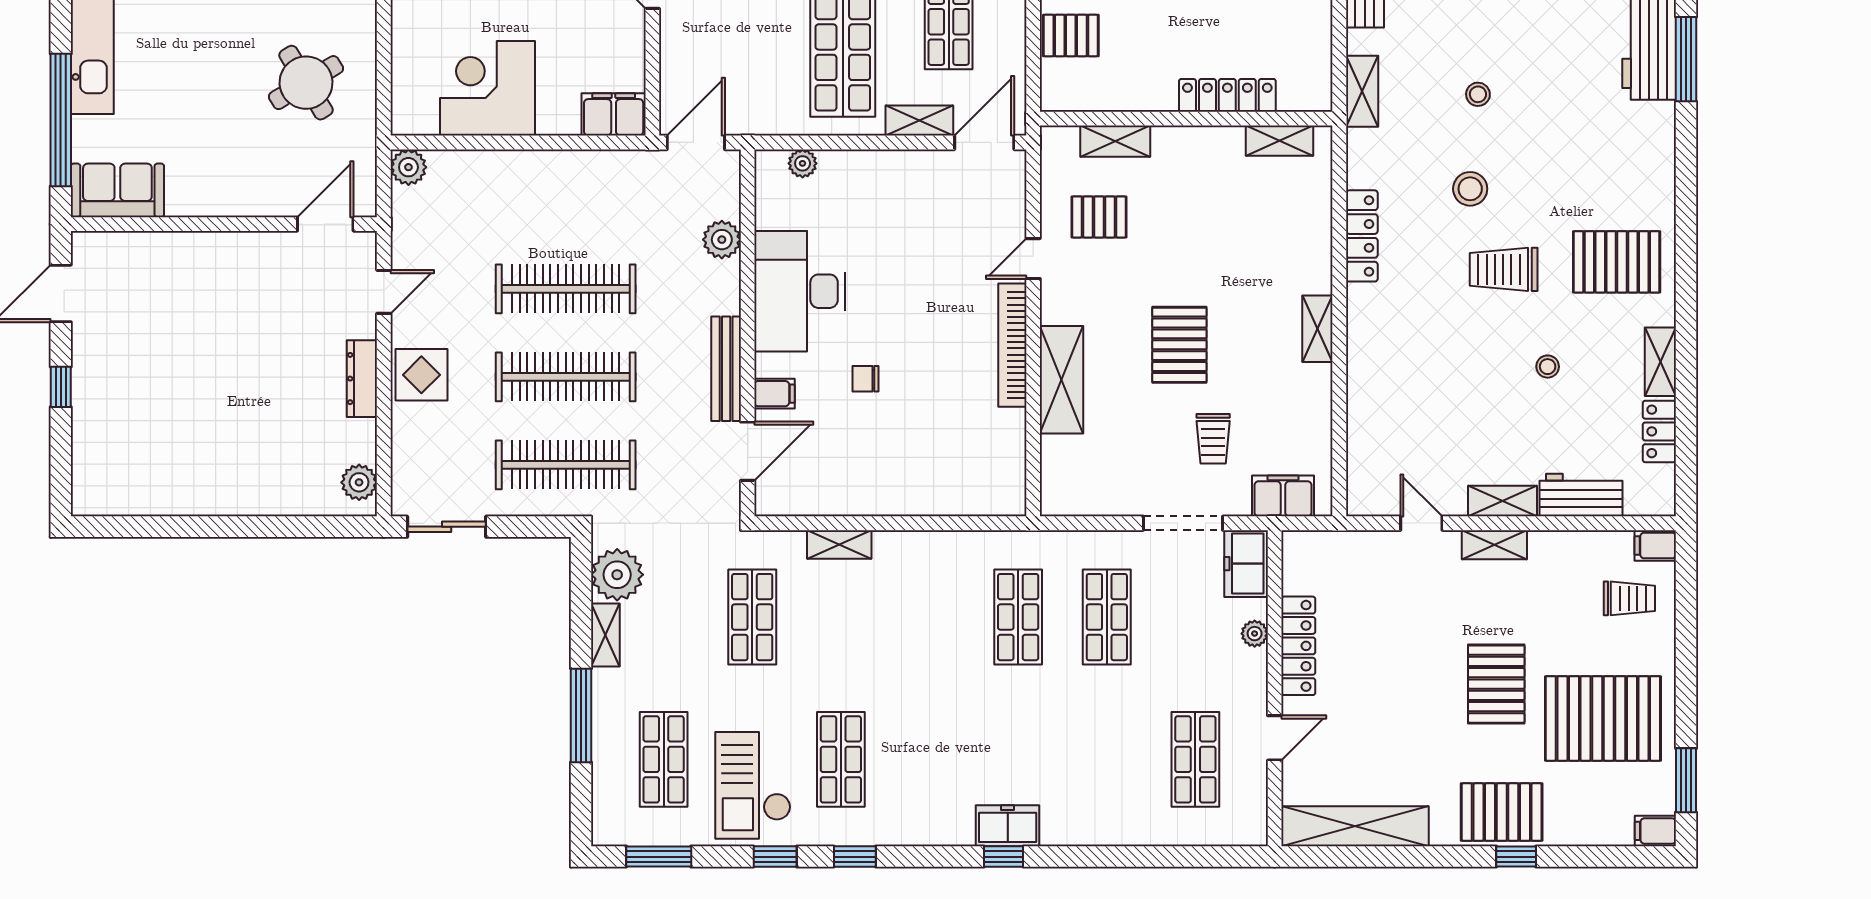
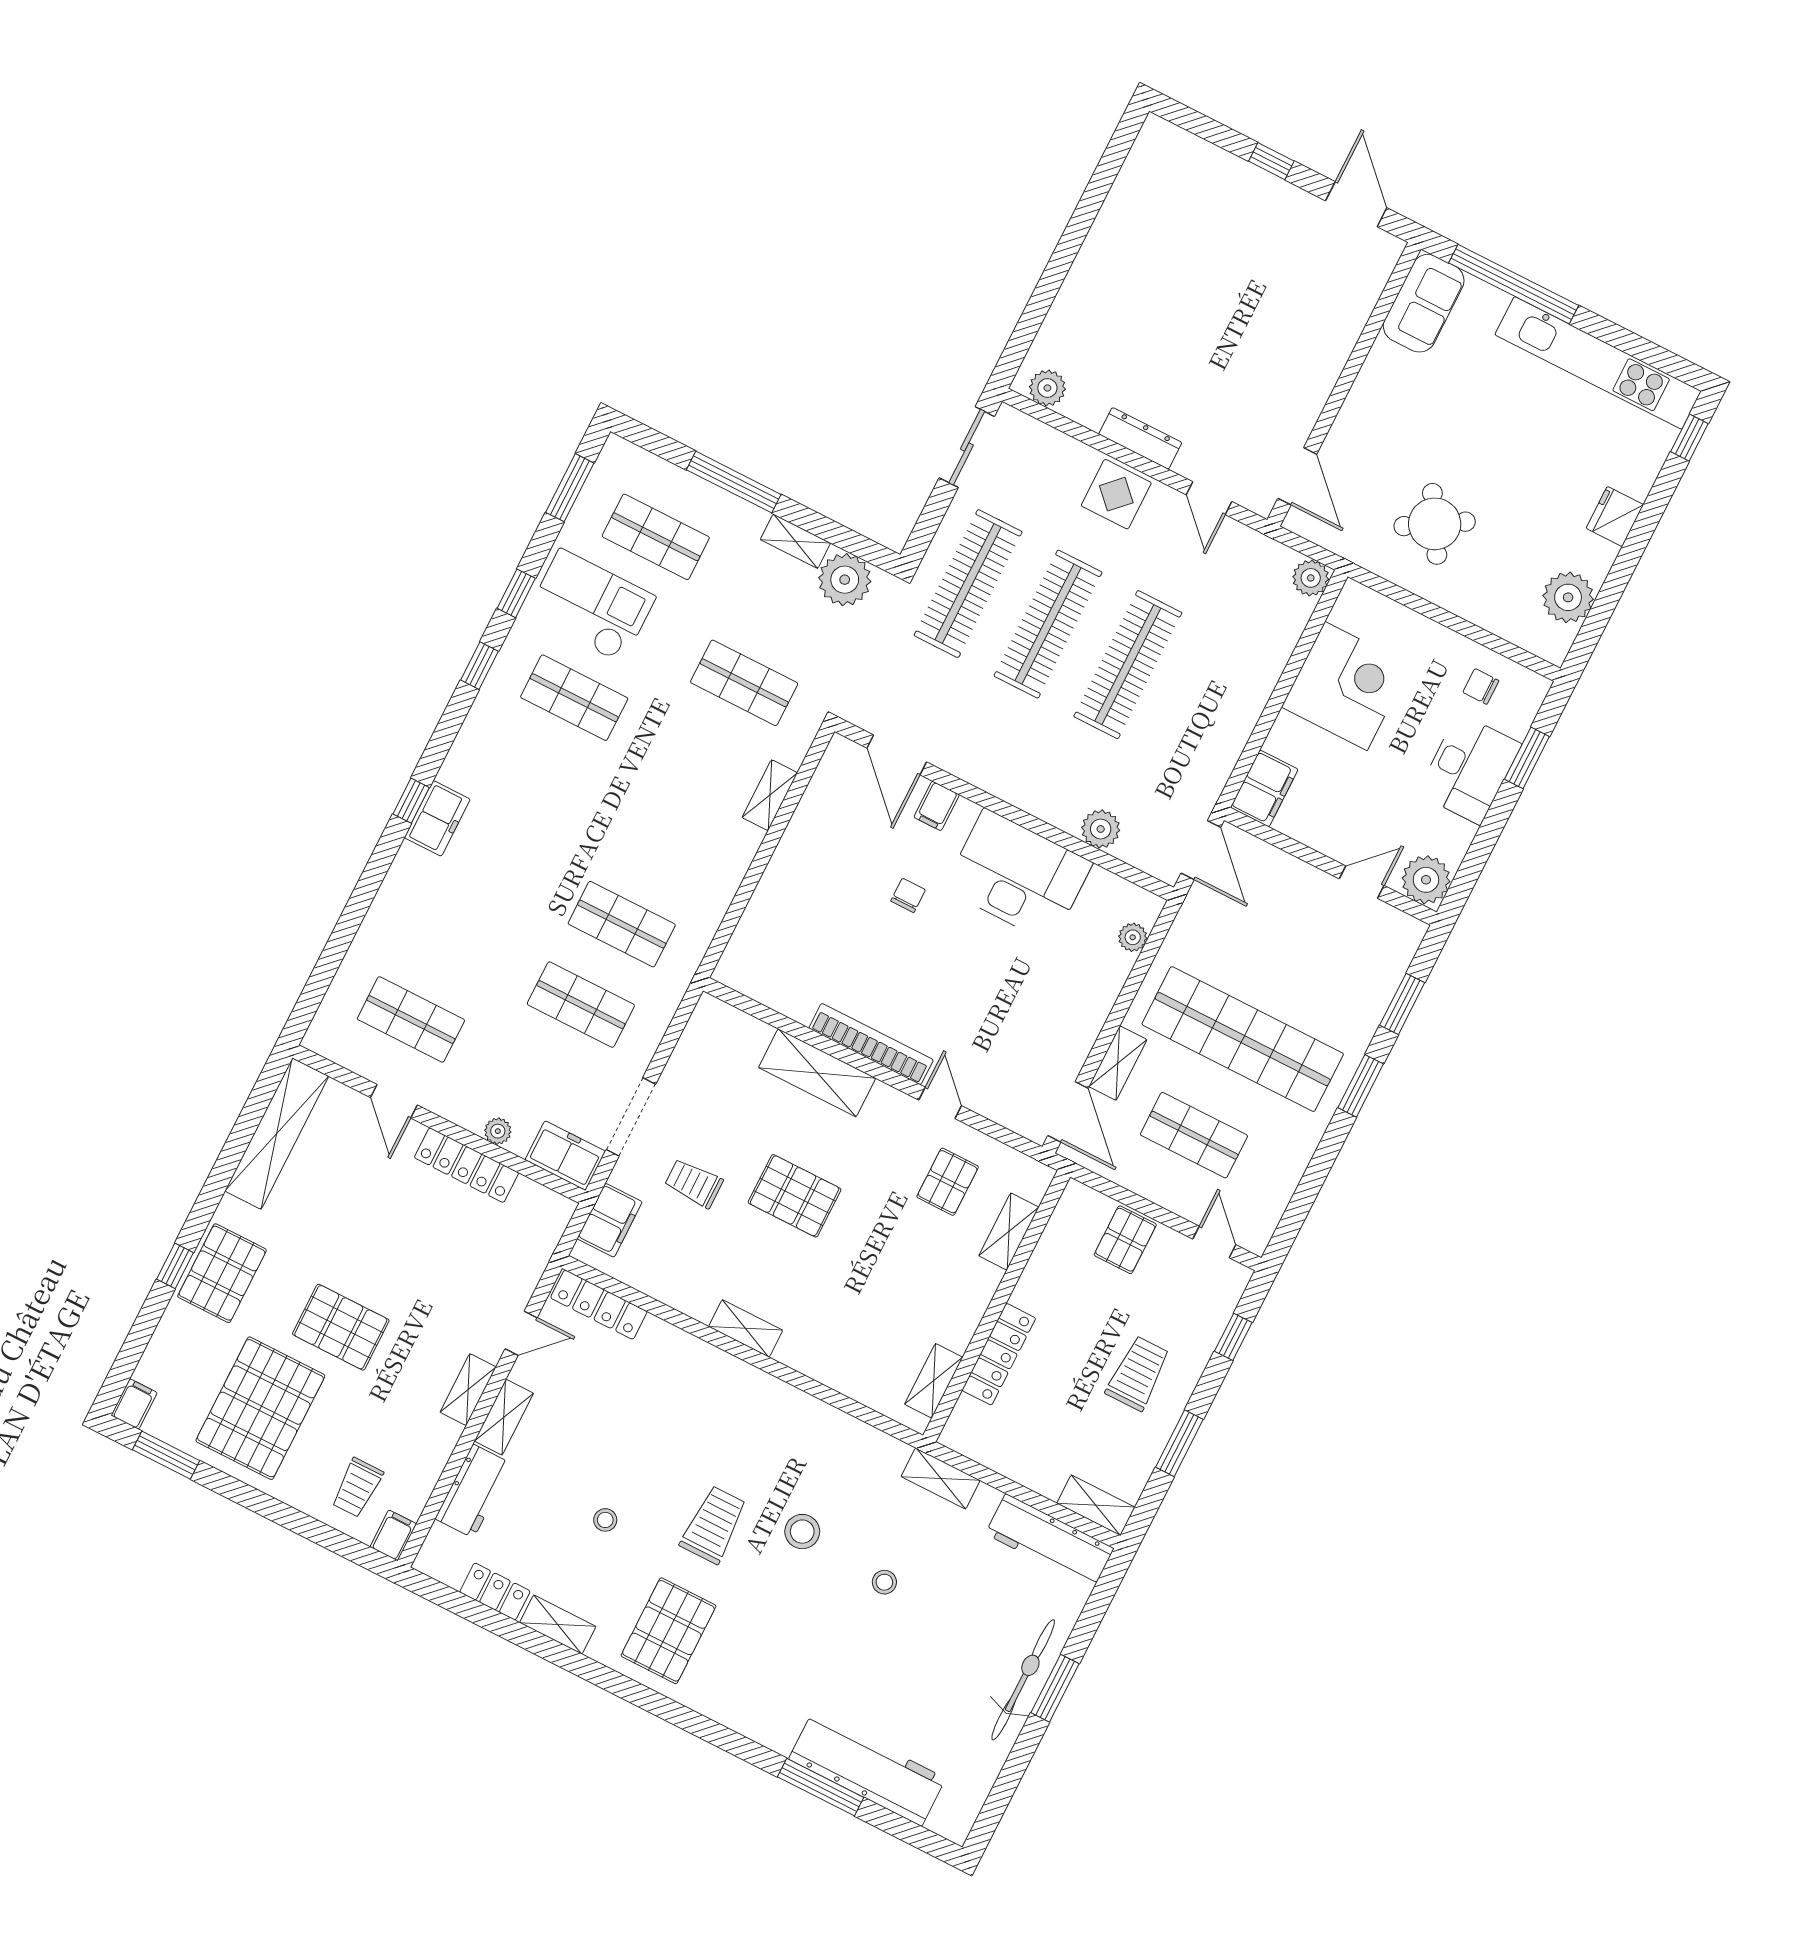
locker: (1362, 236) -> (599, 1305), moved
bench: (726, 369) -> (981, 773), removed

